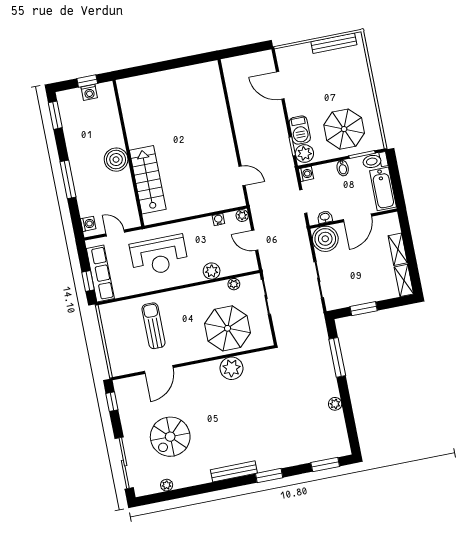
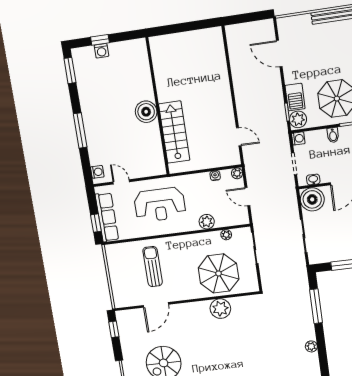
wall: (128, 153) -> (157, 106), moved
boiler: (116, 160) -> (146, 112), moved
stairs: (148, 180) -> (174, 132), moved

